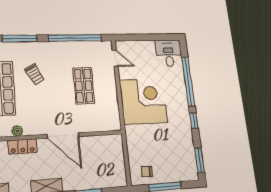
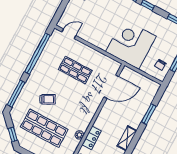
corner desk: (144, 101) -> (131, 44), moved
door: (63, 135) -> (111, 87), moved

